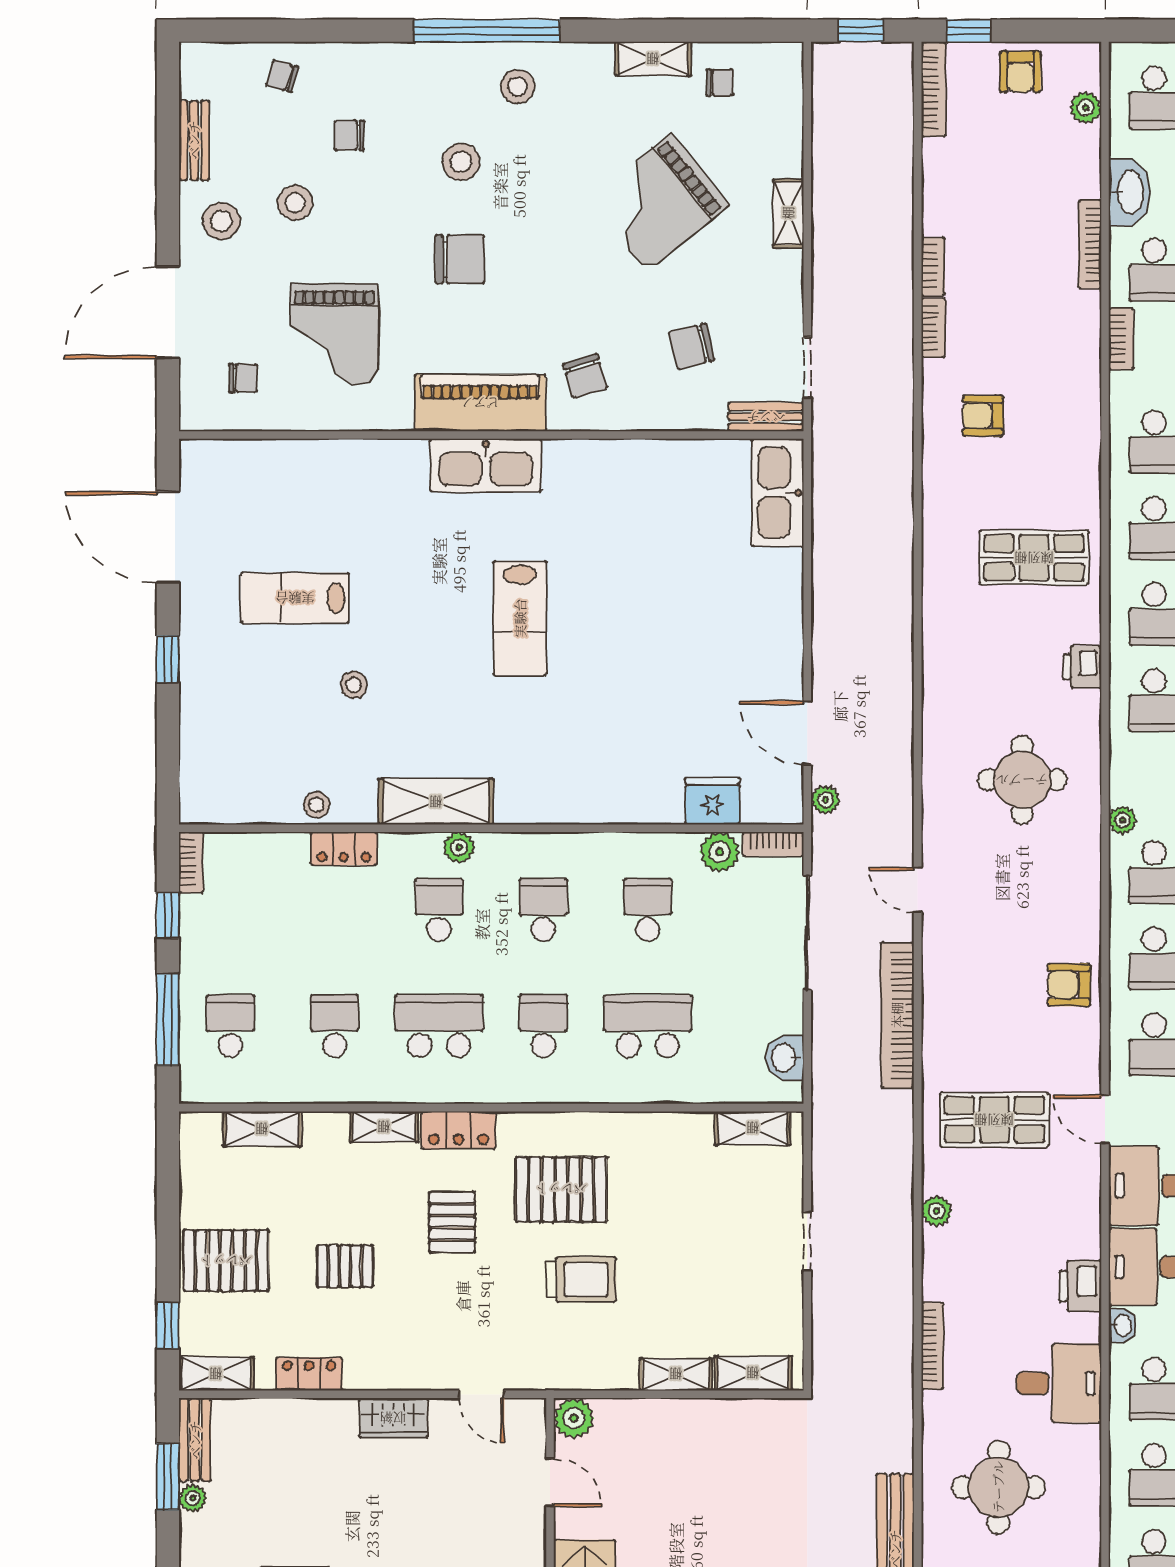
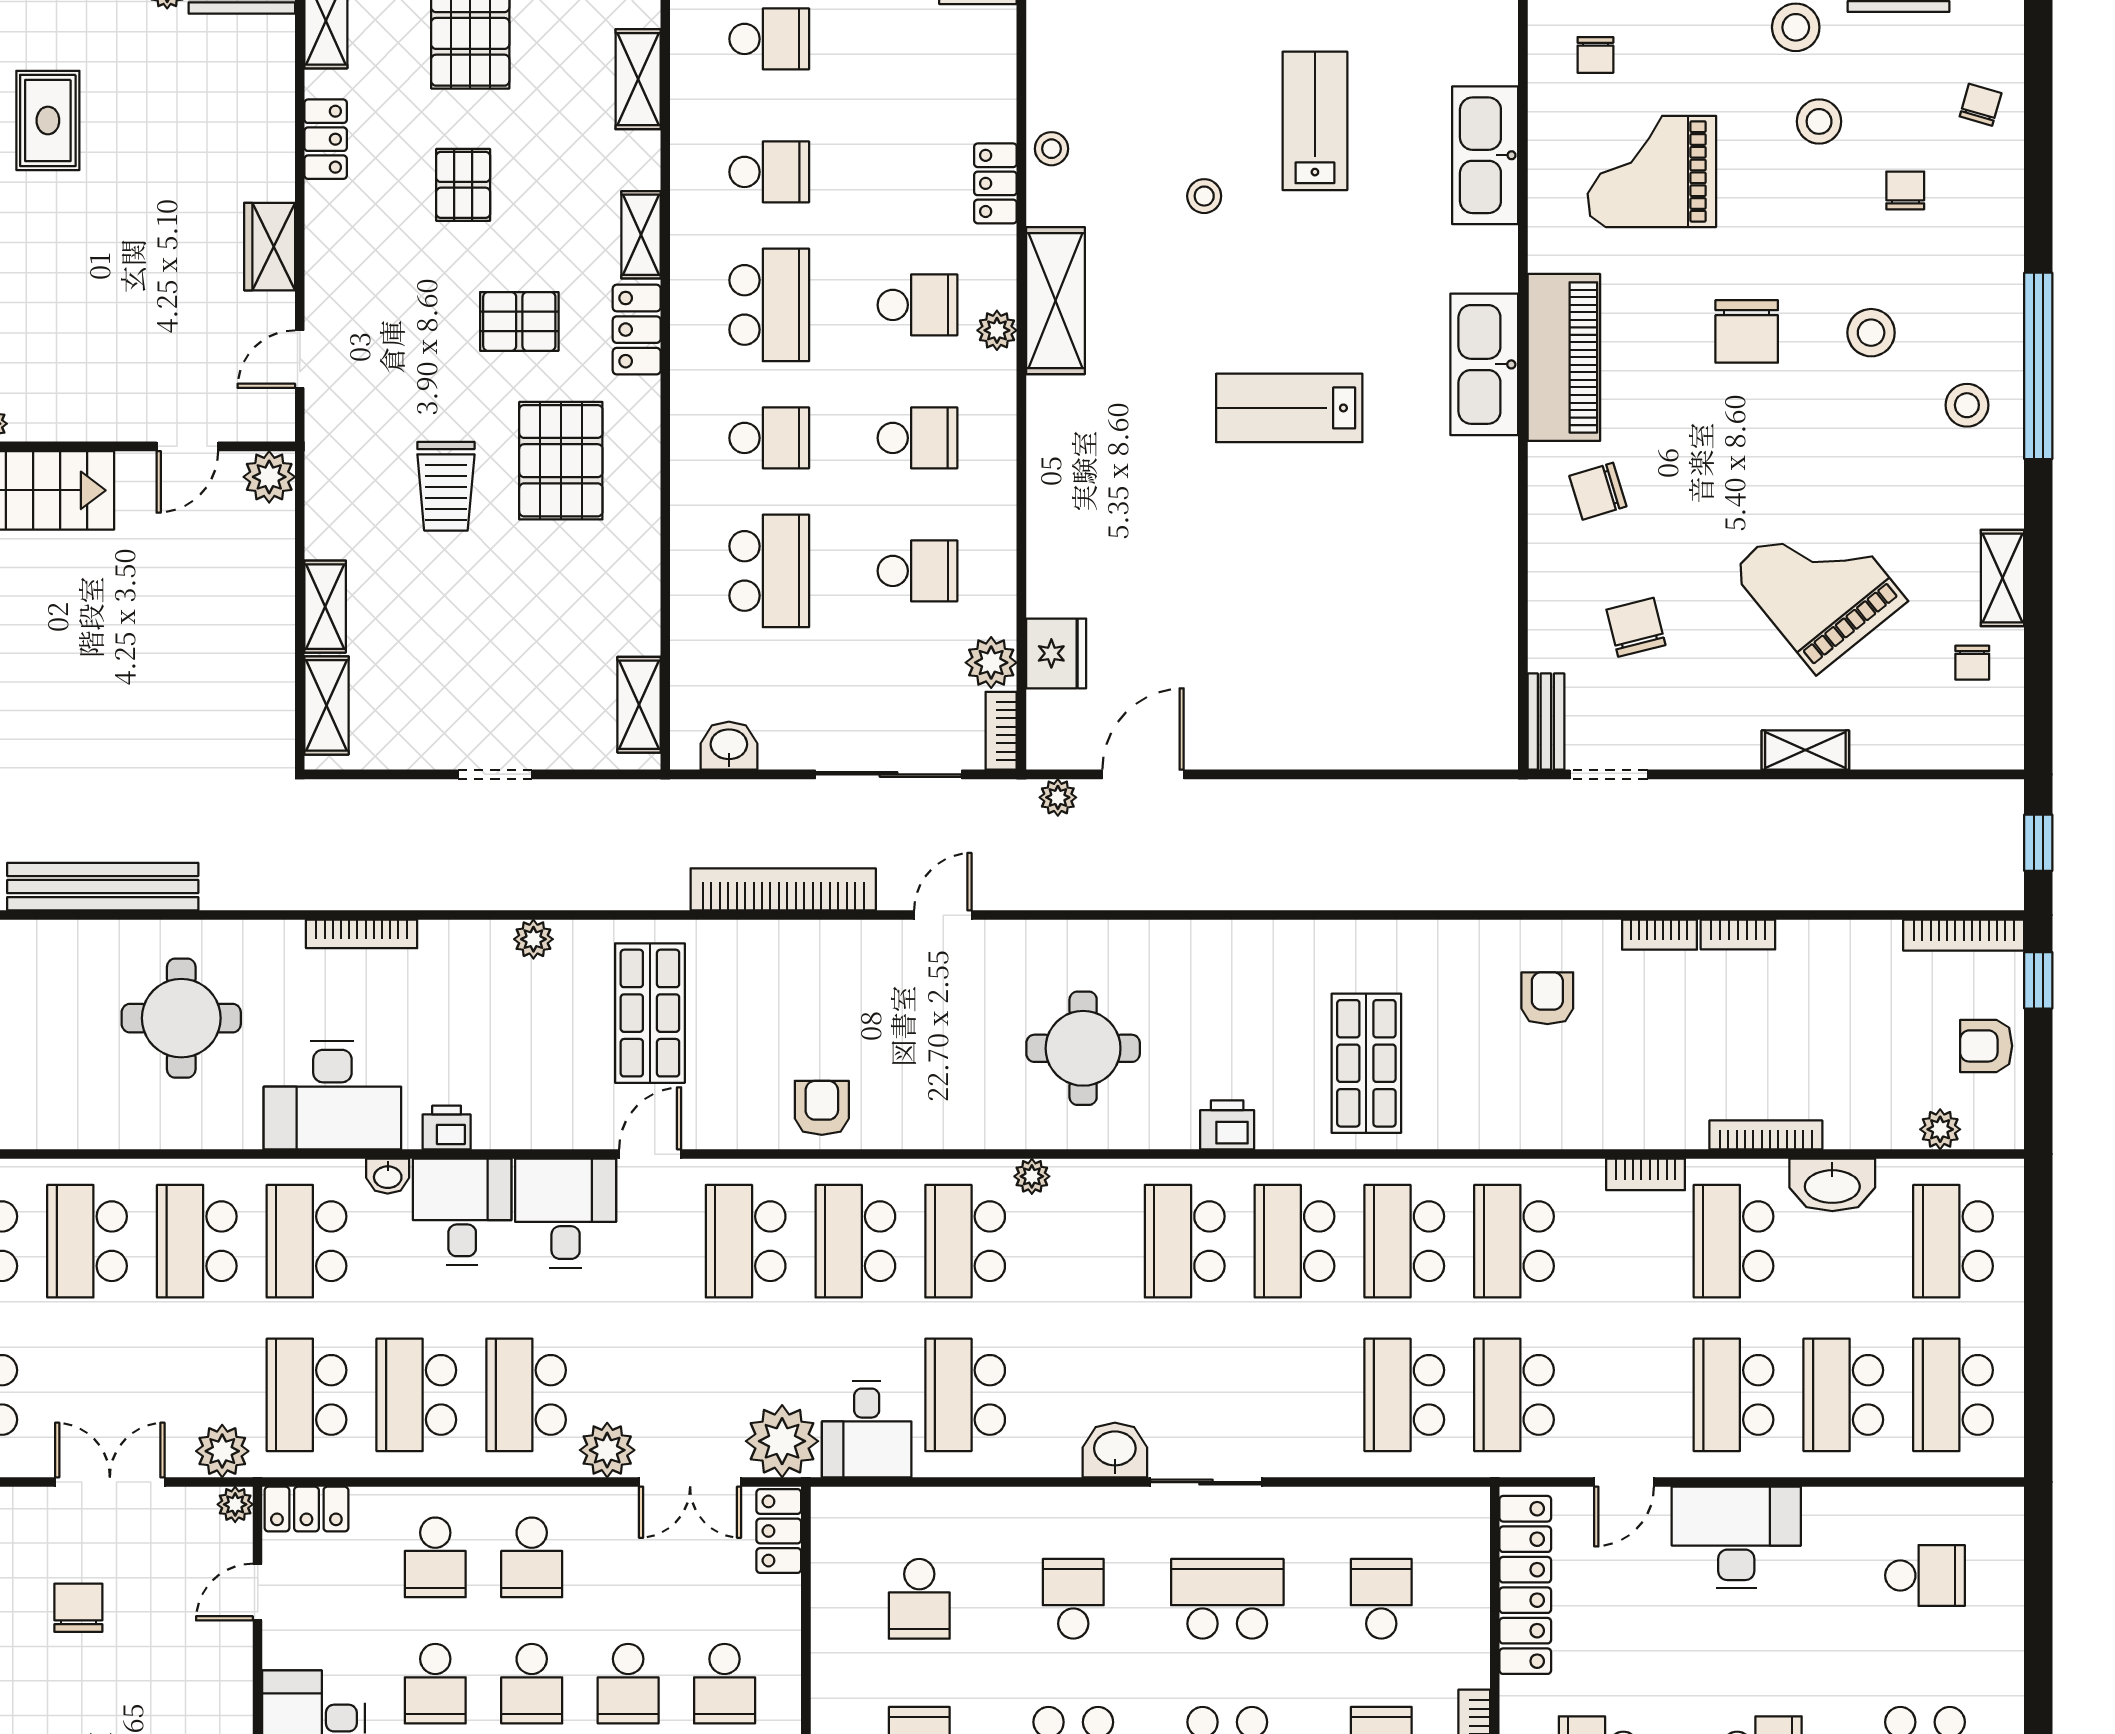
kitchen sink: (778, 493) -> (1485, 155), moved, turned -90
printer: (1080, 1286) -> (447, 1127), width x0.73, depth x0.81
desk: (1059, 1383) -> (332, 1095), width x1.37

